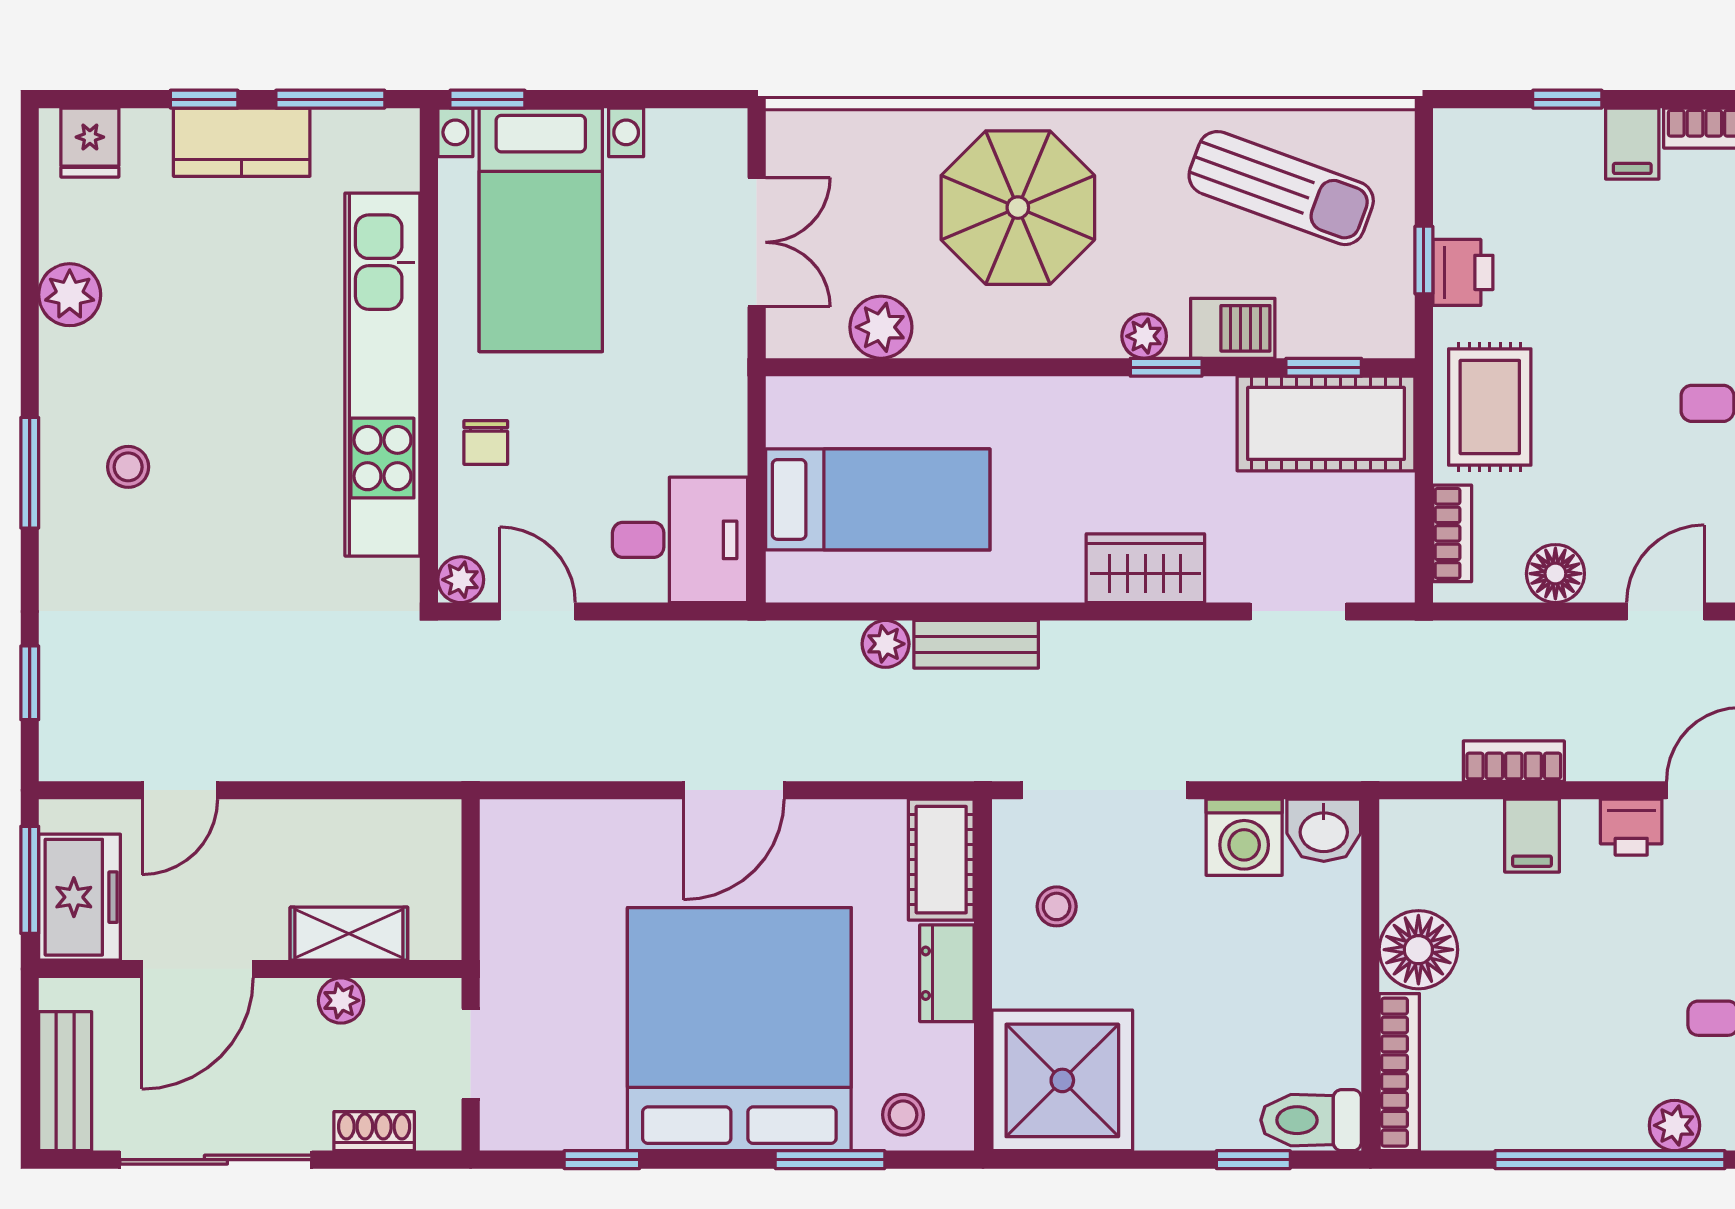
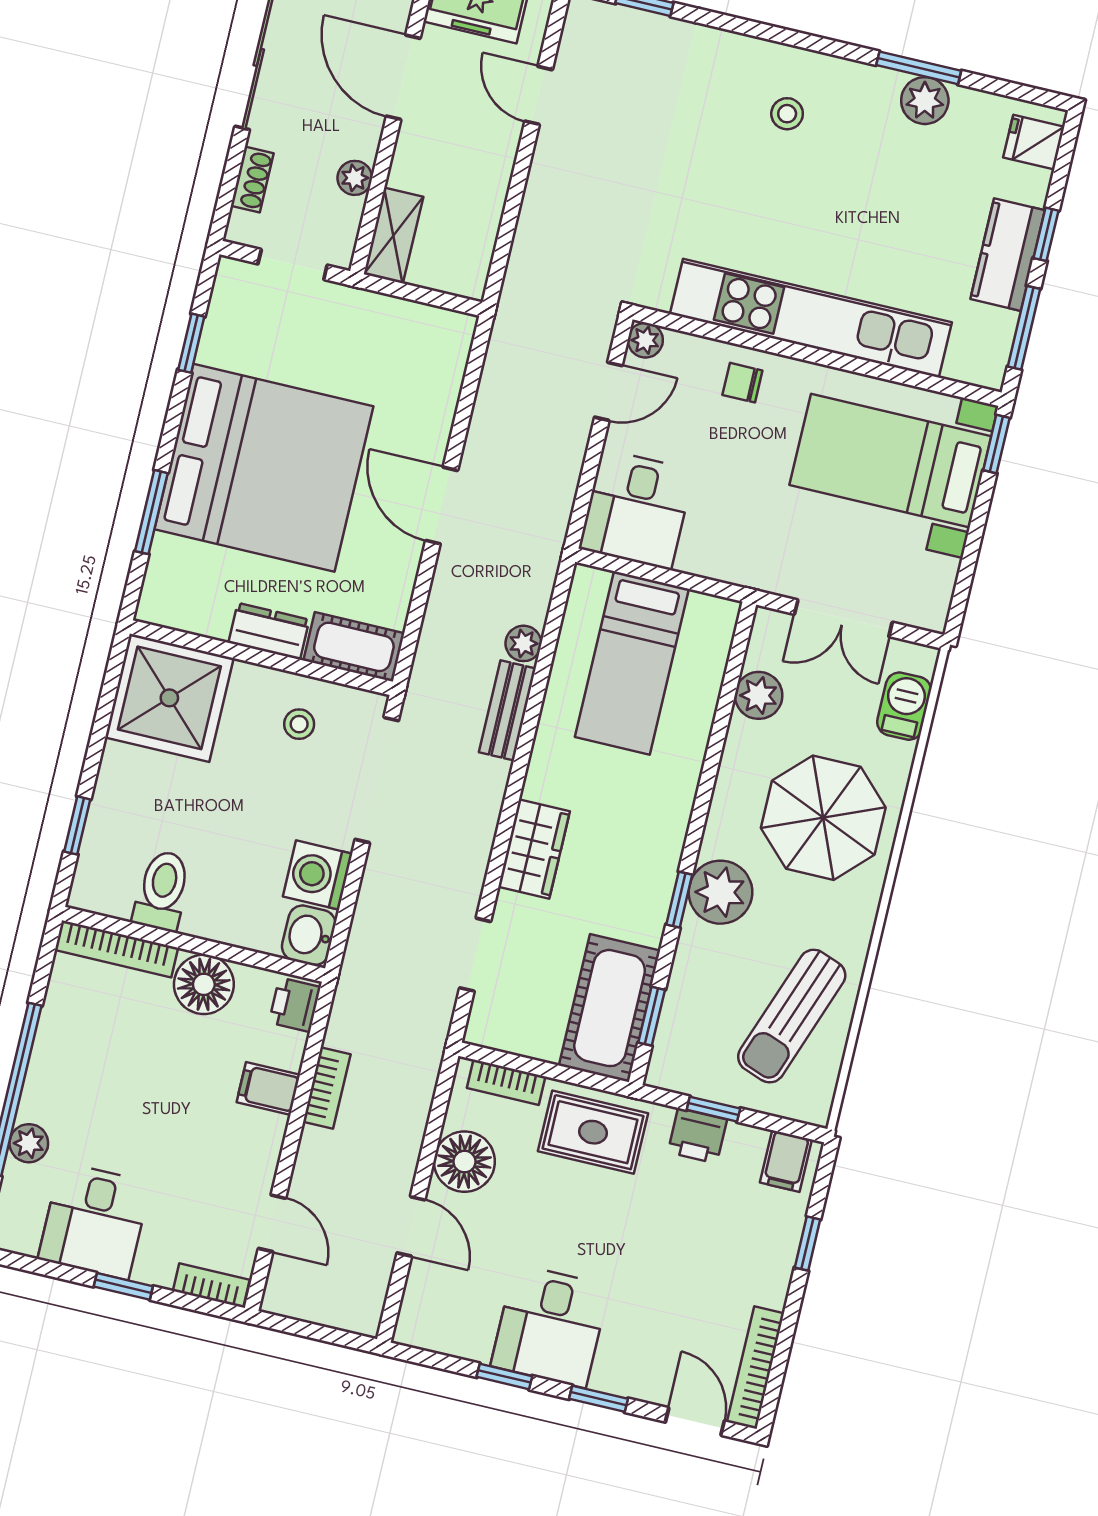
filing cabinet: (1632, 144) -> (786, 1161), moved, turned -90
barbecue: (1233, 328) -> (904, 706), moved, turned 180
plant: (1144, 336) -> (720, 892), width x1.88, depth x1.88
window: (30, 473) -> (919, 68), moved
floor lamp: (1555, 574) -> (464, 1162), width x1.38, depth x1.38
printer: (1631, 827) -> (295, 1005), moved
shelving: (349, 934) -> (393, 235), moved
stool: (903, 1115) -> (172, 574), removed
toilet: (1311, 1120) -> (162, 891), moved

